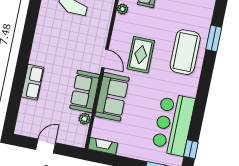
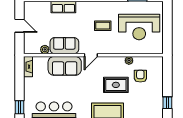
coffee table: (69, 34) -> (103, 26), added
rug: (141, 55) -> (116, 85), moved

